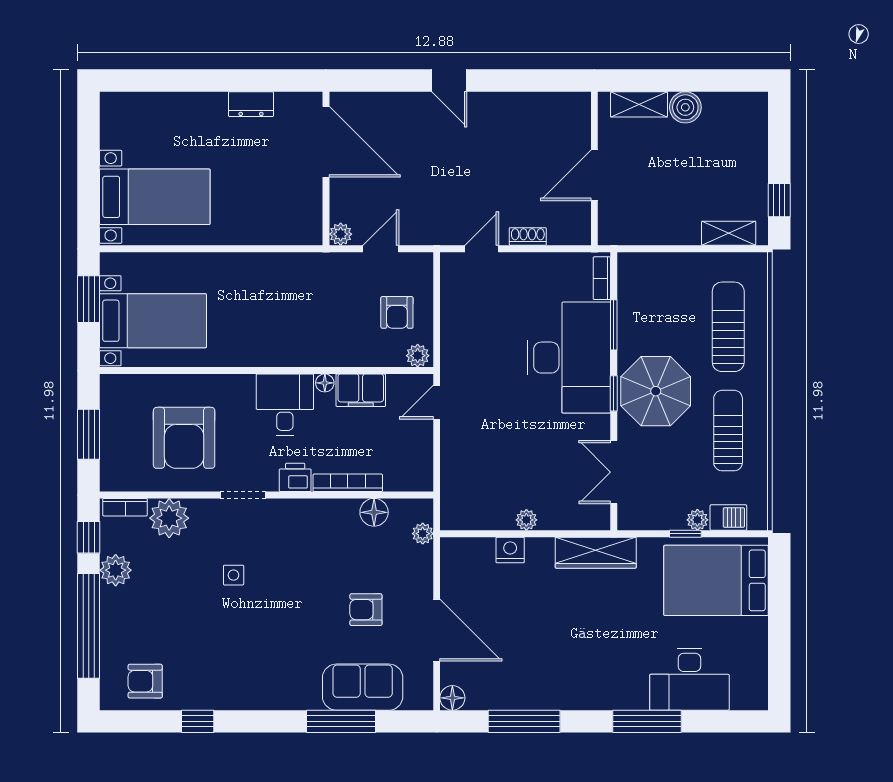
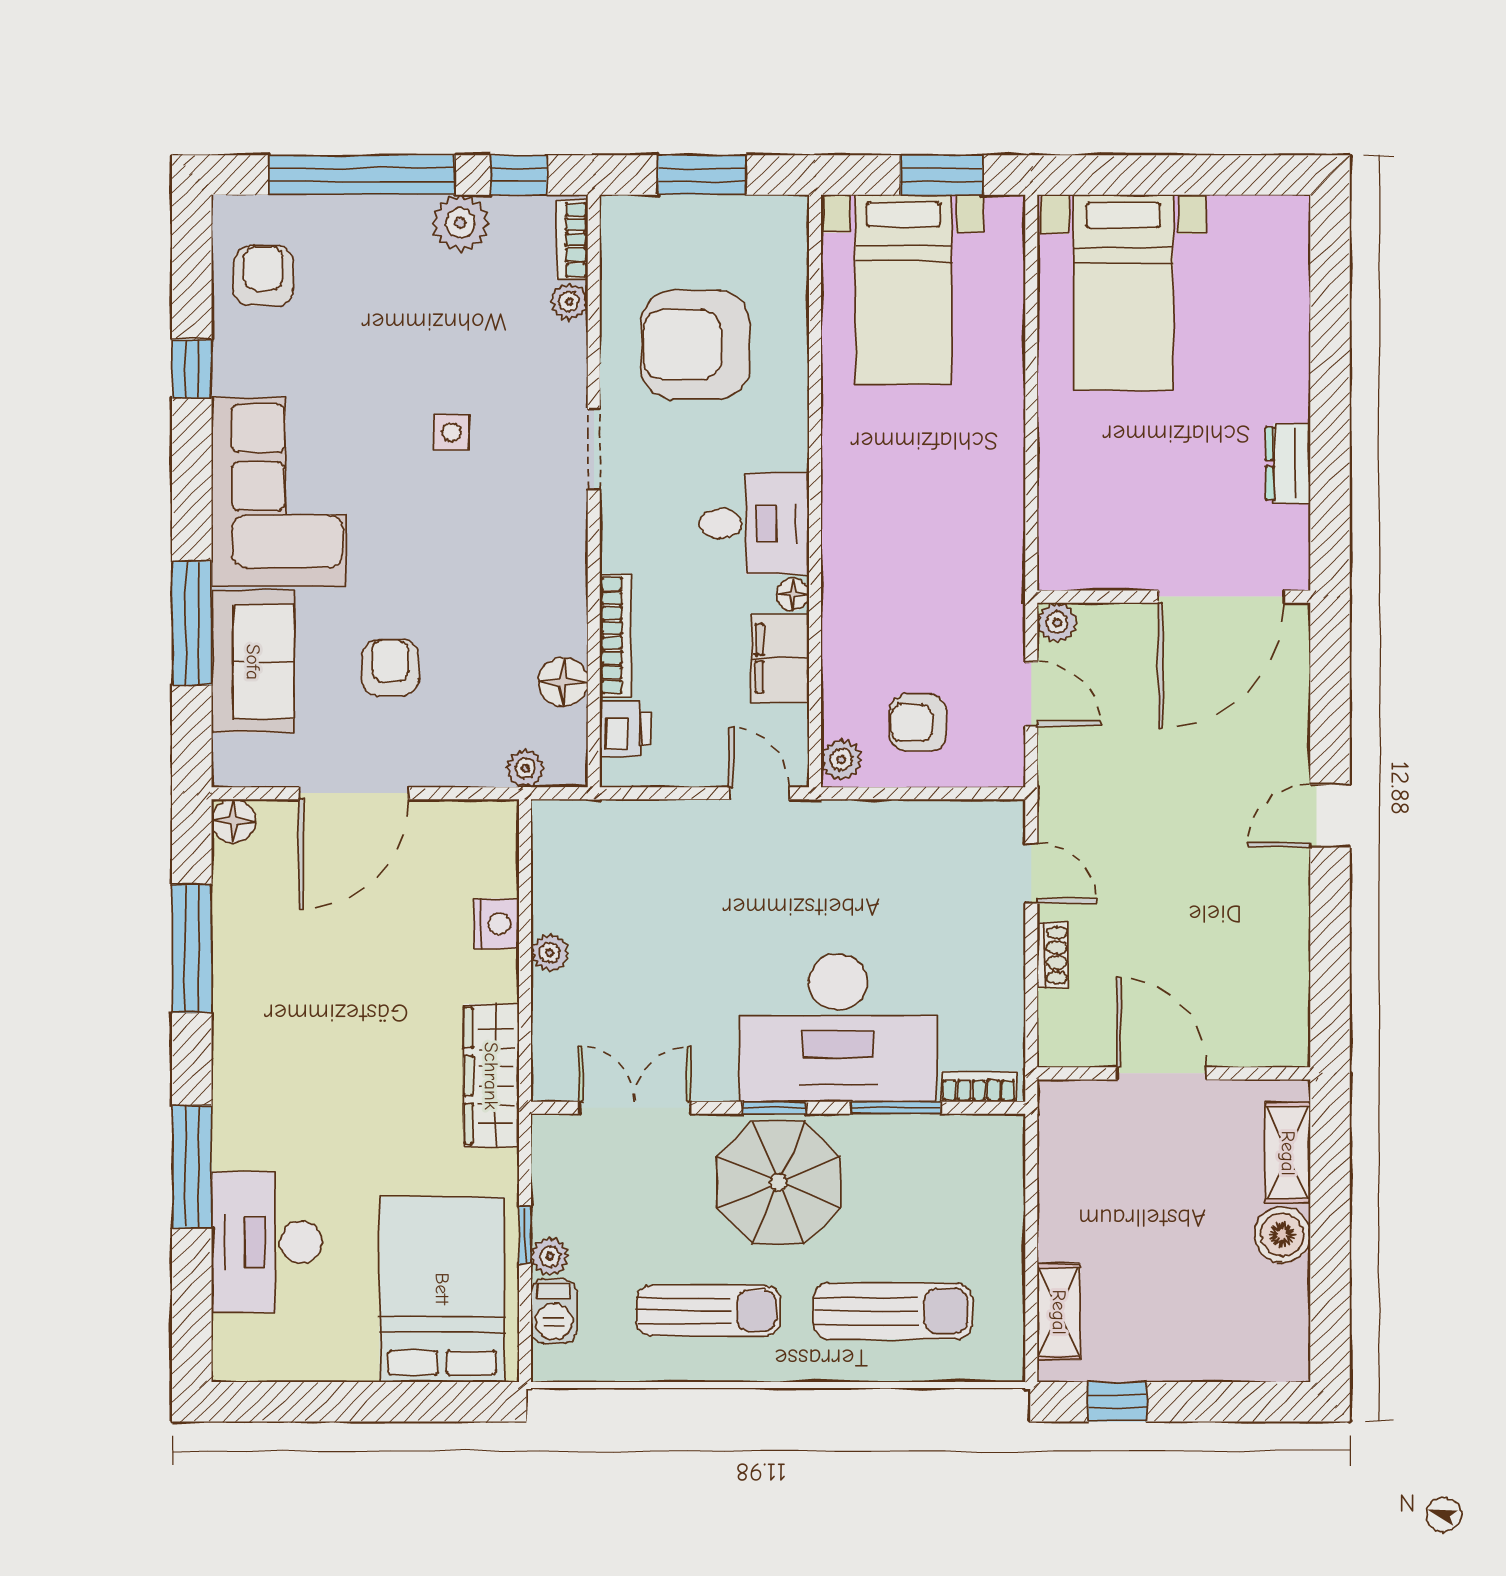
printer: (295, 477) -> (625, 729), moved
plant: (169, 518) -> (569, 302), width x0.53, depth x0.53
corner sofa: (267, 672) -> (279, 492), added

